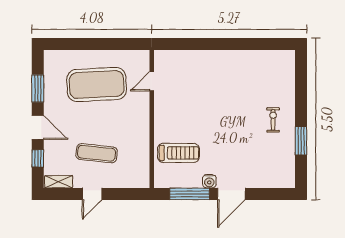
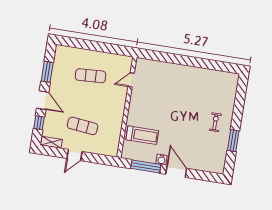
exercise mat: (97, 85) -> (91, 76), width x0.50, depth x0.69
door: (231, 194) -> (176, 171), swing flipped

